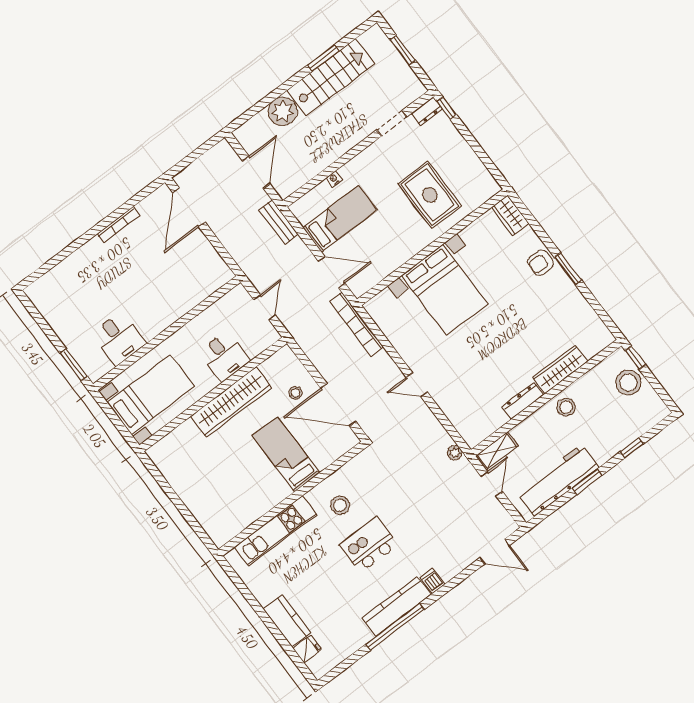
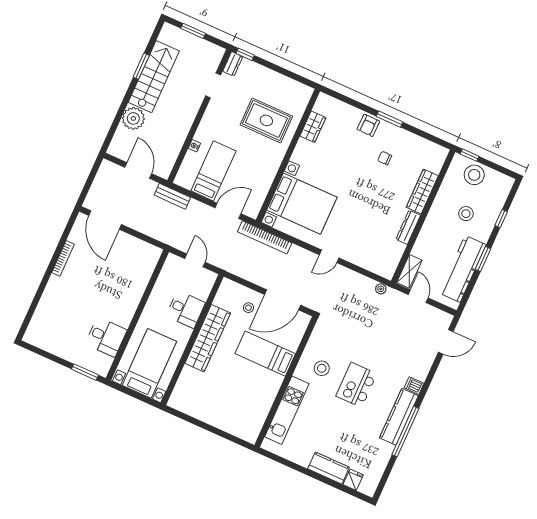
wardrobe: (510, 215) -> (313, 127), moved, turned -90
bed with nightstands: (445, 290) -> (302, 204), moved
chair: (539, 309) -> (385, 158), added
stool: (566, 407) -> (466, 214), moved

